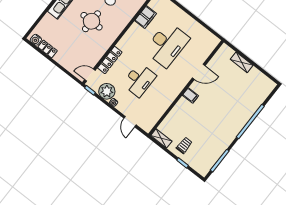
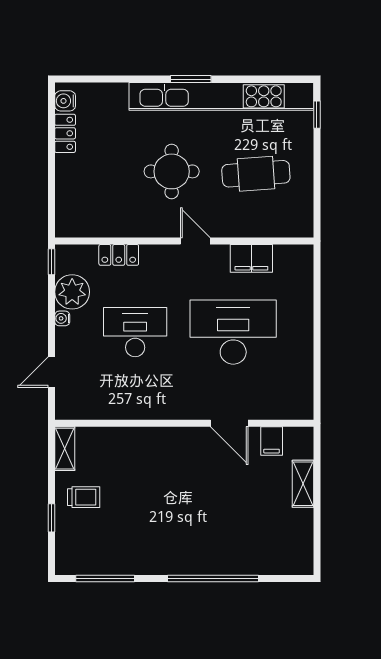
desk: (167, 45) -> (233, 332), turned 180
locker: (110, 60) -> (119, 255), width x0.66
door: (90, 75) -> (195, 241), moved
desk: (139, 80) -> (135, 332), turned 180
filing cabinet: (190, 96) -> (272, 441), moved

